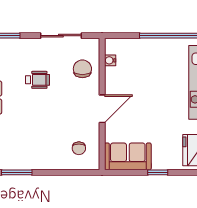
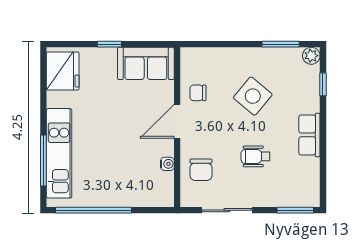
water cooler: (110, 60) -> (167, 164), moved
side table: (40, 129) -> (253, 96), added
chair: (79, 148) -> (198, 93), moved, turned -90

